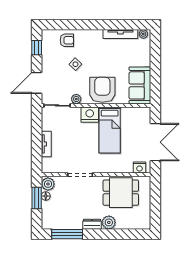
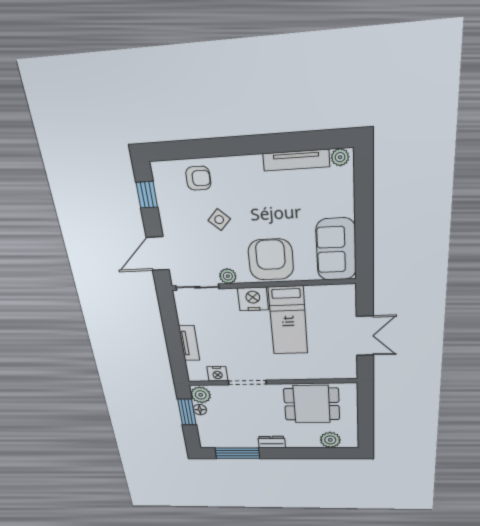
double door: (155, 142) -> (365, 336), width x0.73
nightstand: (140, 168) -> (217, 374), moved
plant: (109, 222) -> (330, 440), moved

